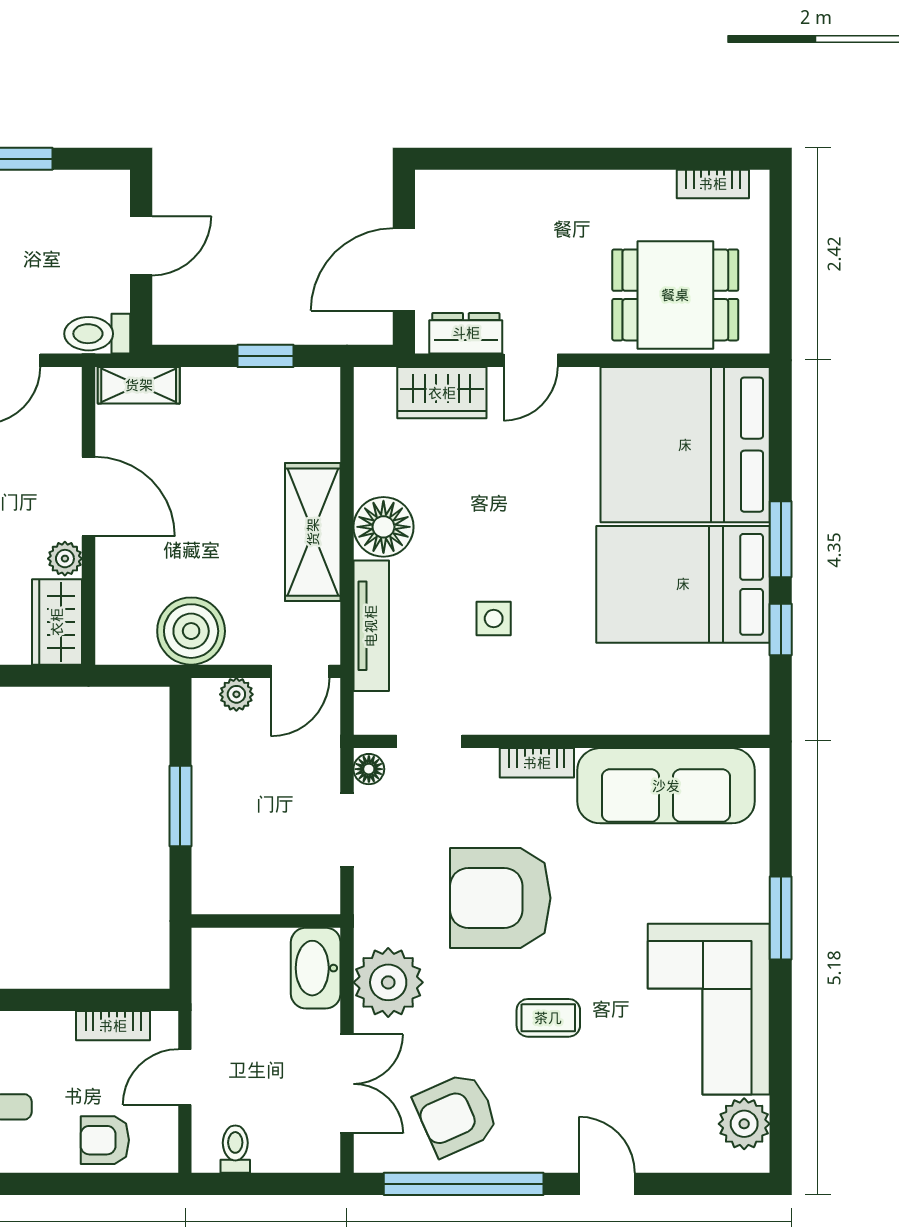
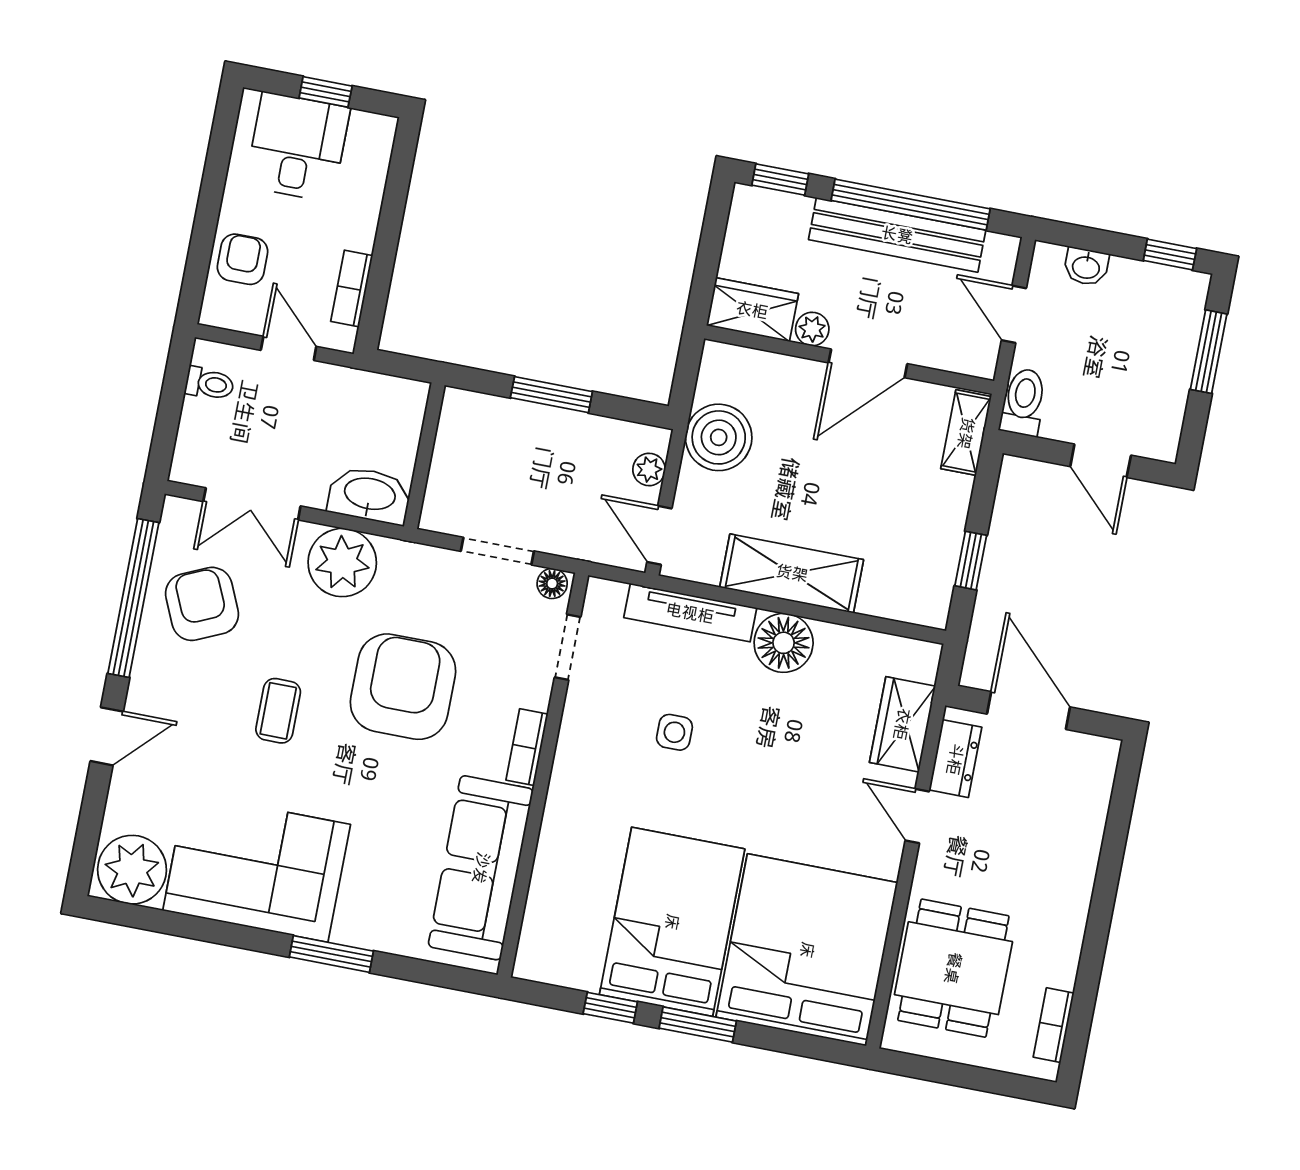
plant: (744, 1124) -> (132, 870), width x1.36, depth x1.36

